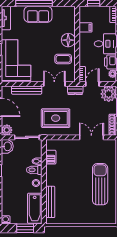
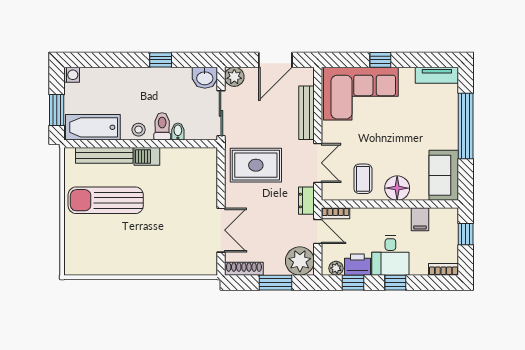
sofa: (38, 14) -> (444, 175), moved
rug: (56, 118) -> (256, 165), turned 90
barbecue: (51, 157) -> (147, 156), moved
sun lounger: (100, 184) -> (106, 200), moved, turned 180

